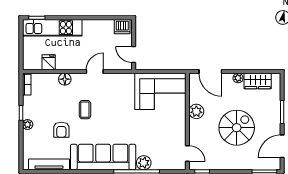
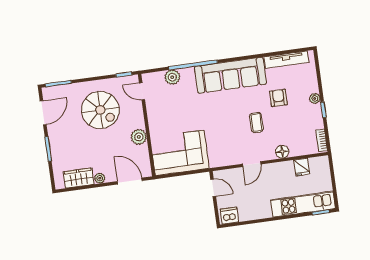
spiral stairs: (237, 128) -> (100, 110), moved, turned -90
plant: (144, 163) -> (172, 77), moved

